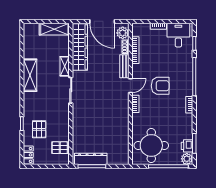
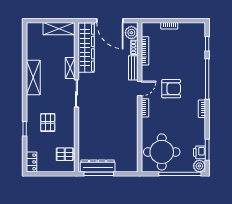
desk: (178, 35) -> (190, 35), removed
pallet: (39, 129) -> (48, 122), moved

